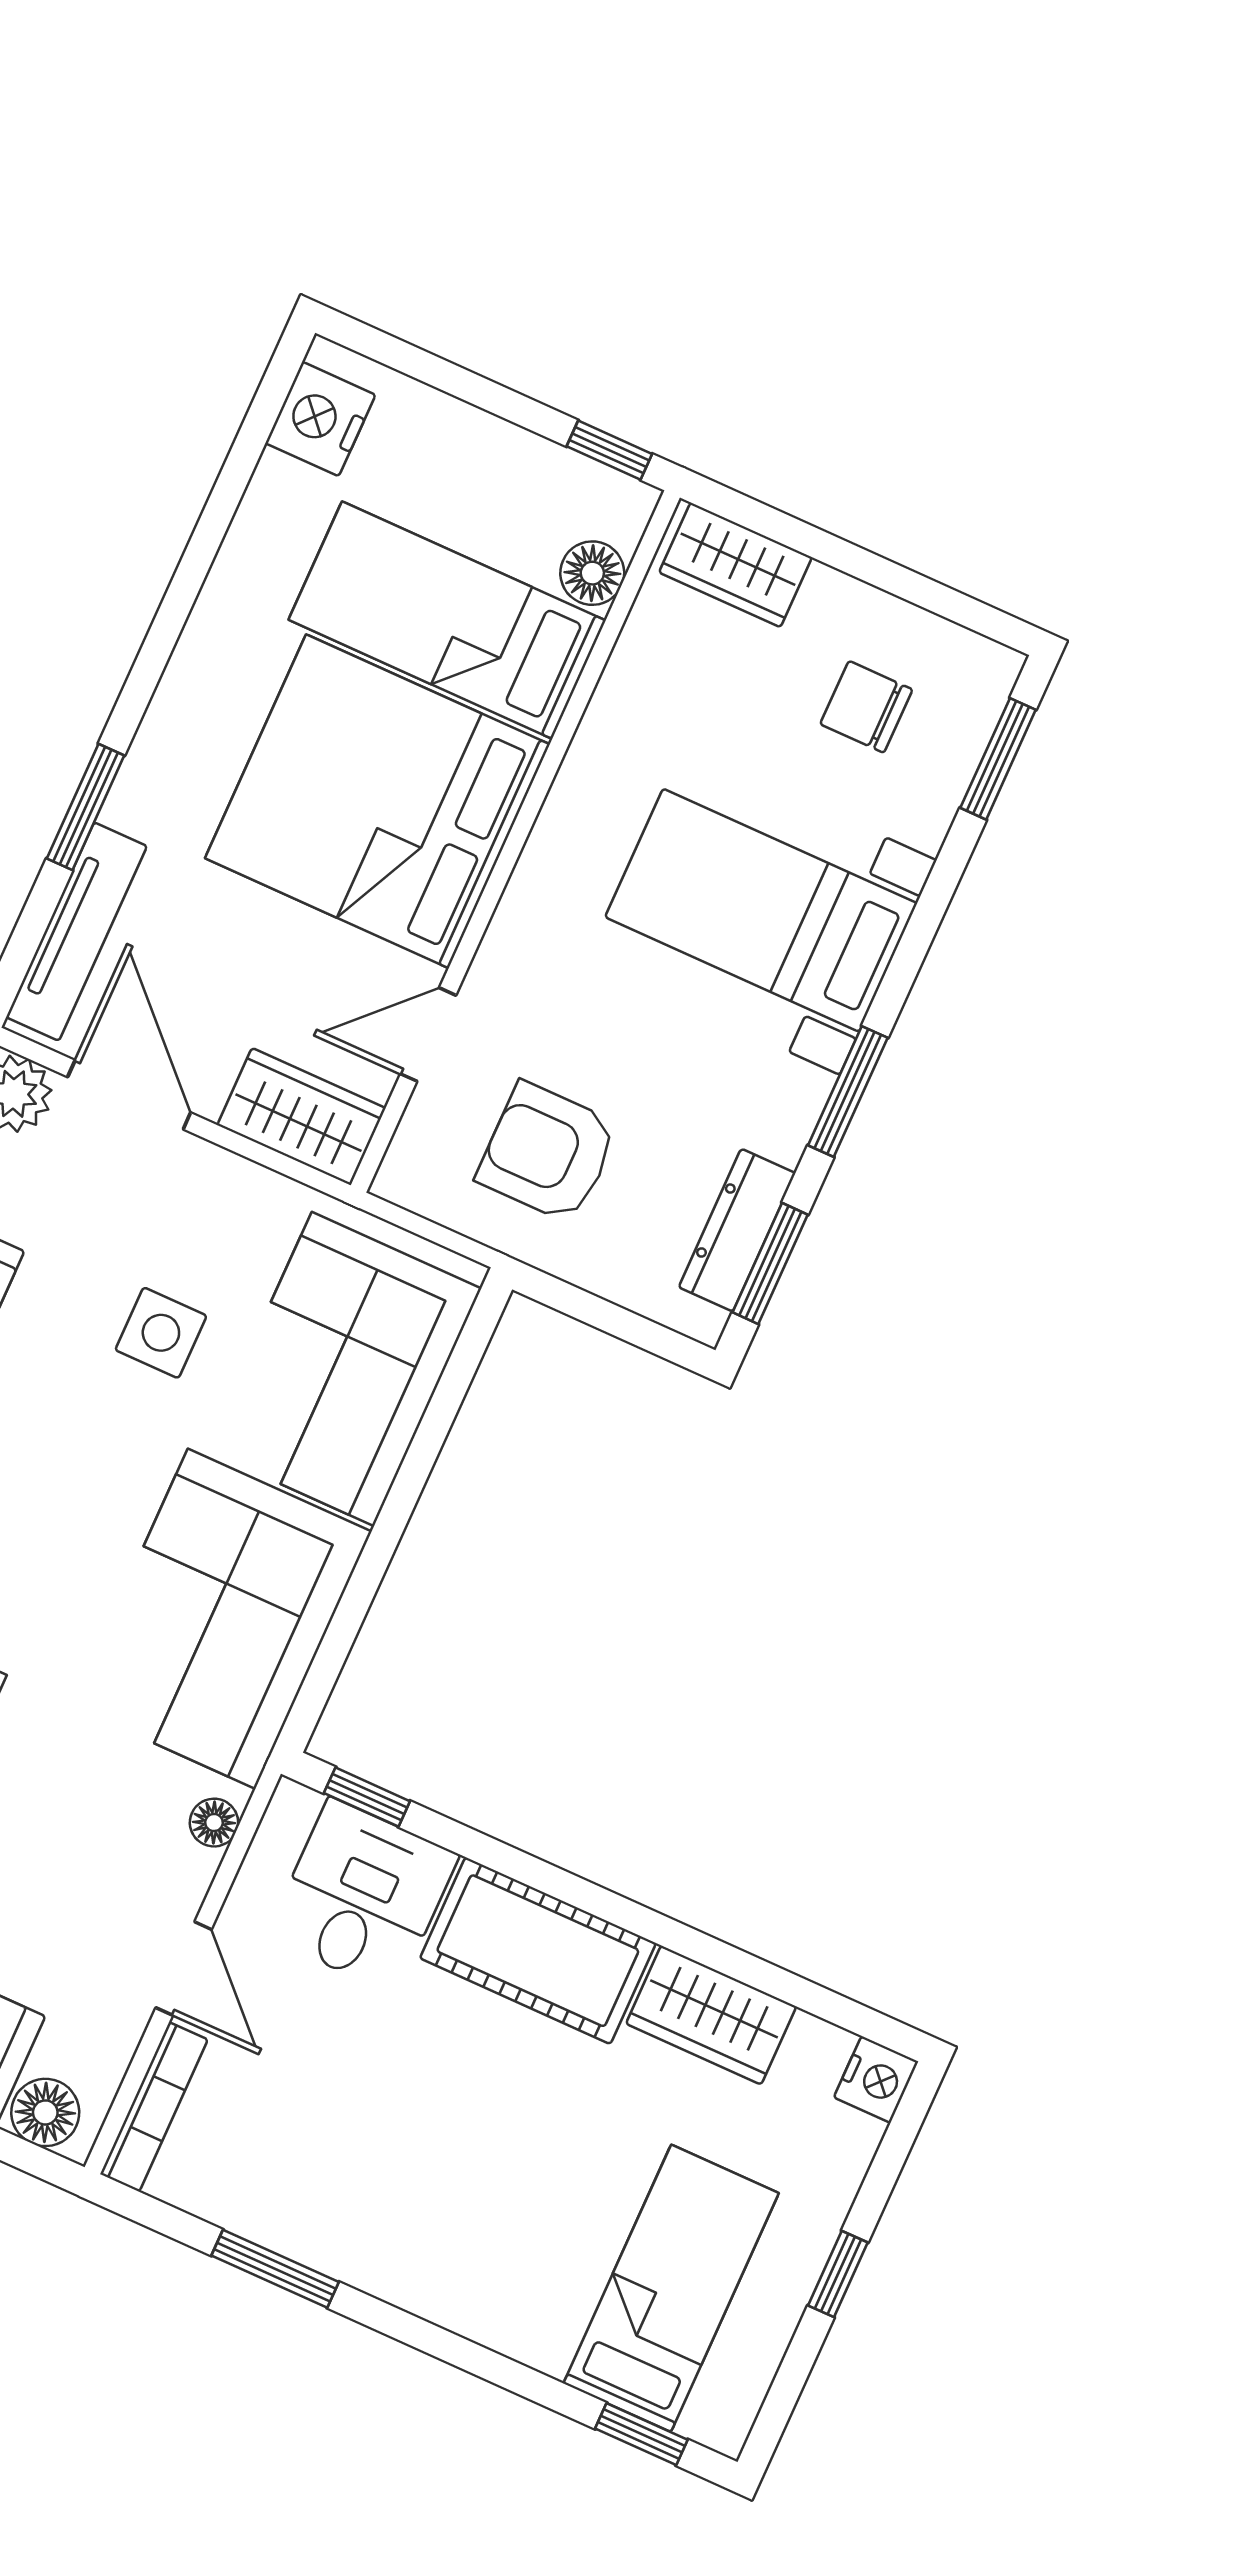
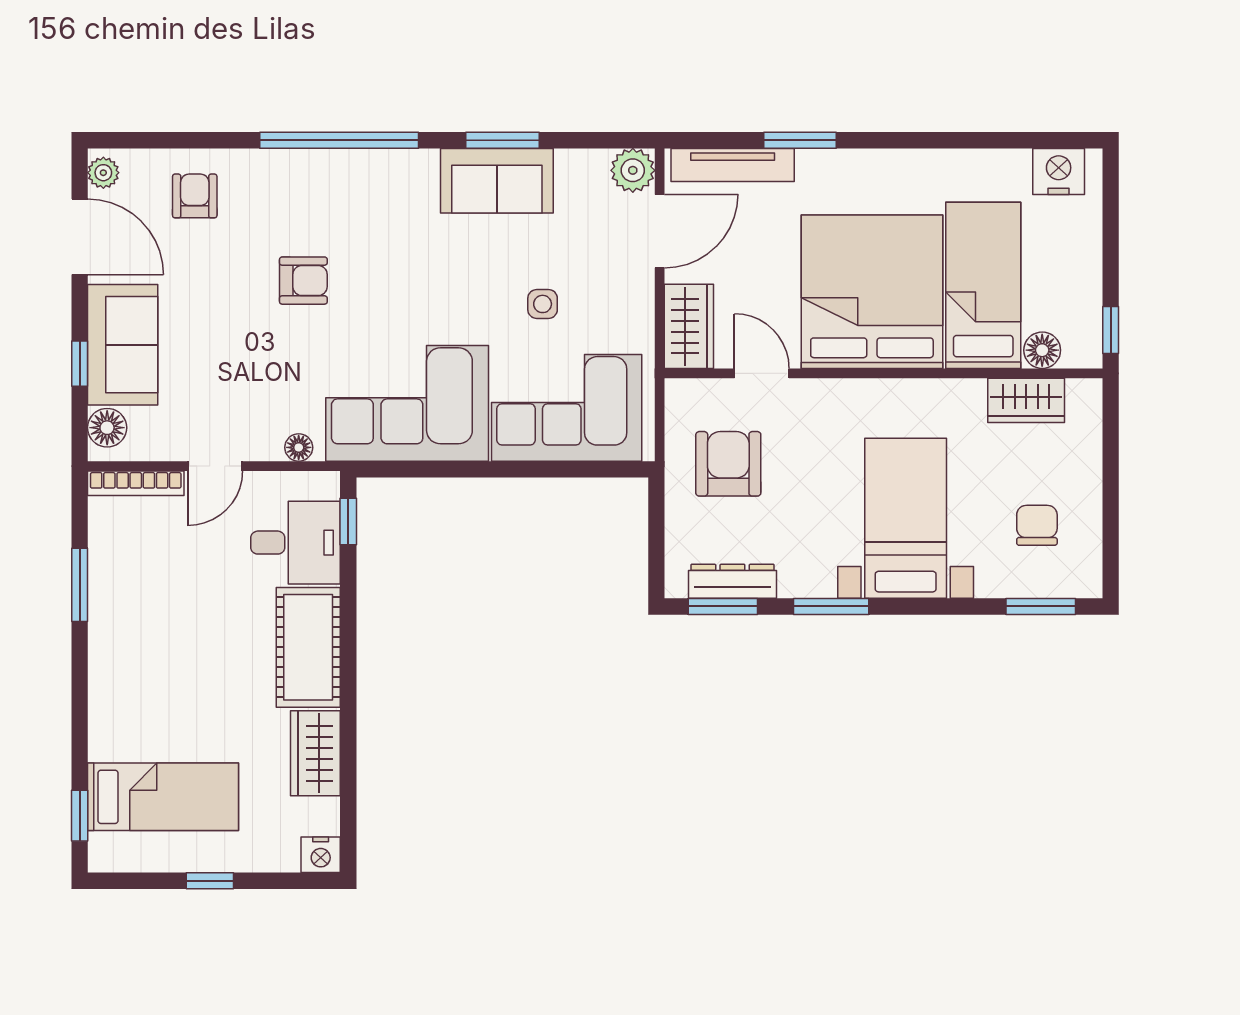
wardrobe: (735, 565) -> (1026, 400), moved, turned -90
side table: (161, 1333) -> (543, 304), width x0.73, depth x0.73

